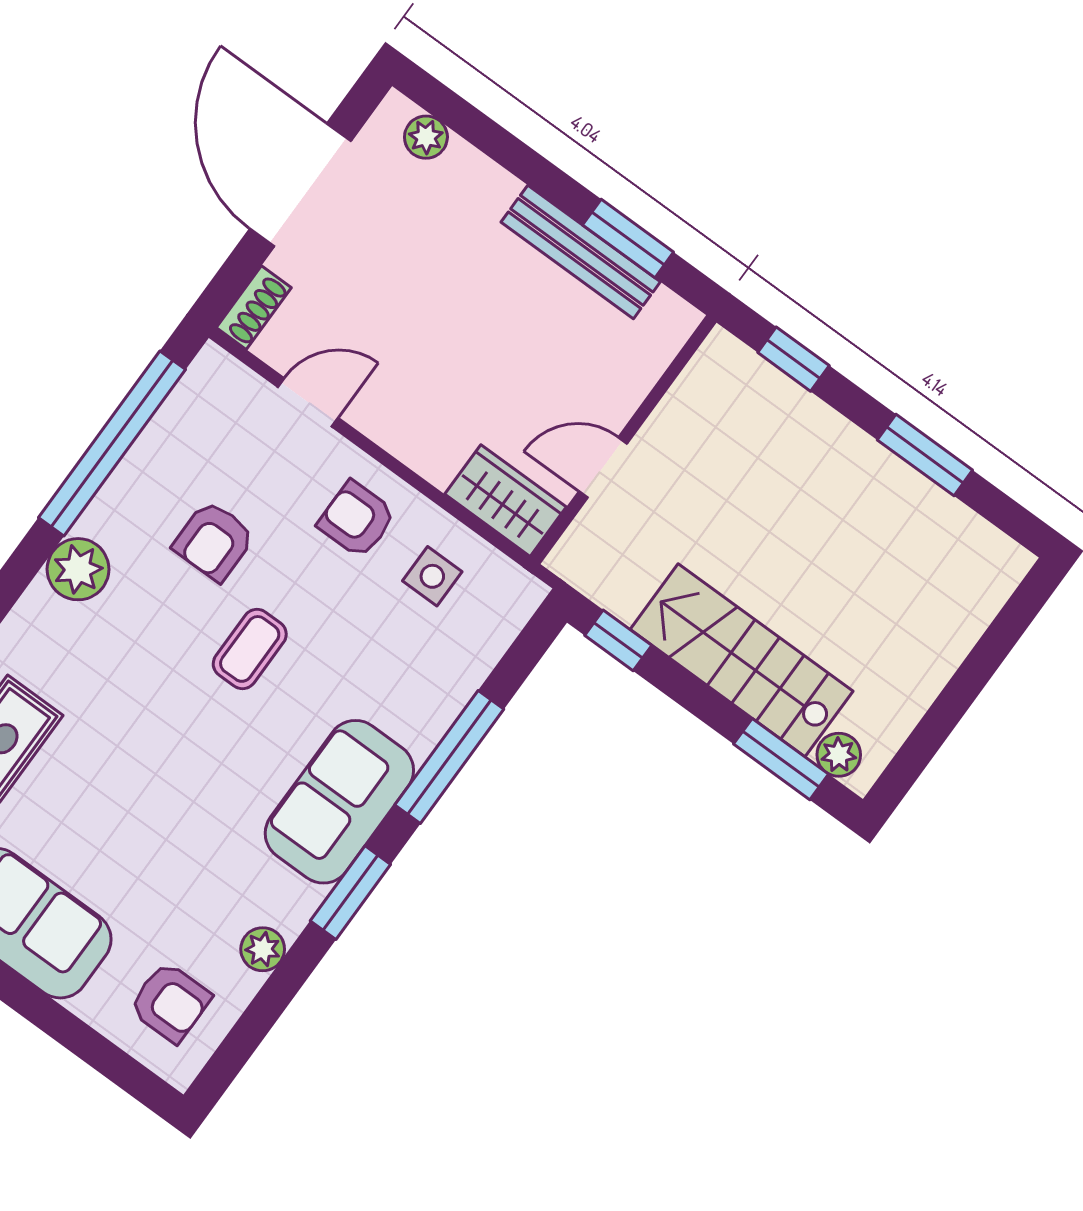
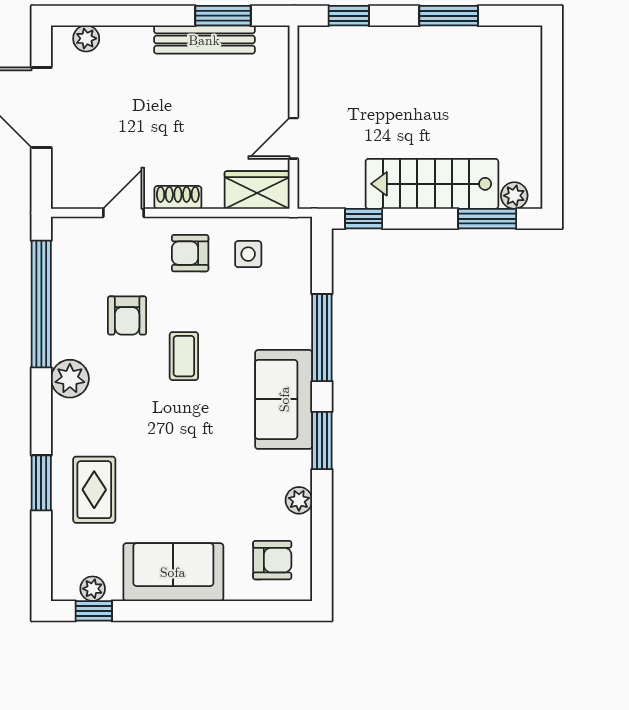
shoe rack: (254, 308) -> (178, 197), moved, turned -90

